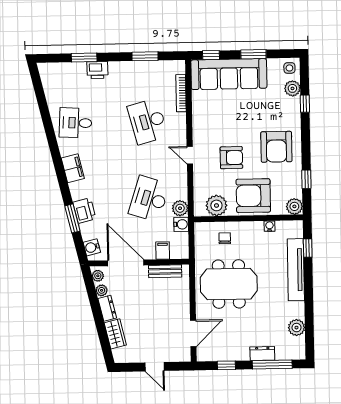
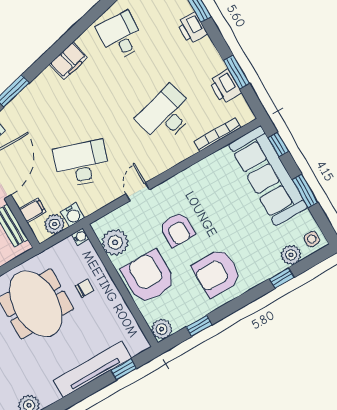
door: (190, 155) -> (138, 192), moved
plant: (180, 208) -> (55, 224), moved
printer: (84, 211) -> (225, 87), moved, turned 103
water cooler: (269, 226) -> (80, 237), moved
chair: (225, 238) -> (85, 288), moved

